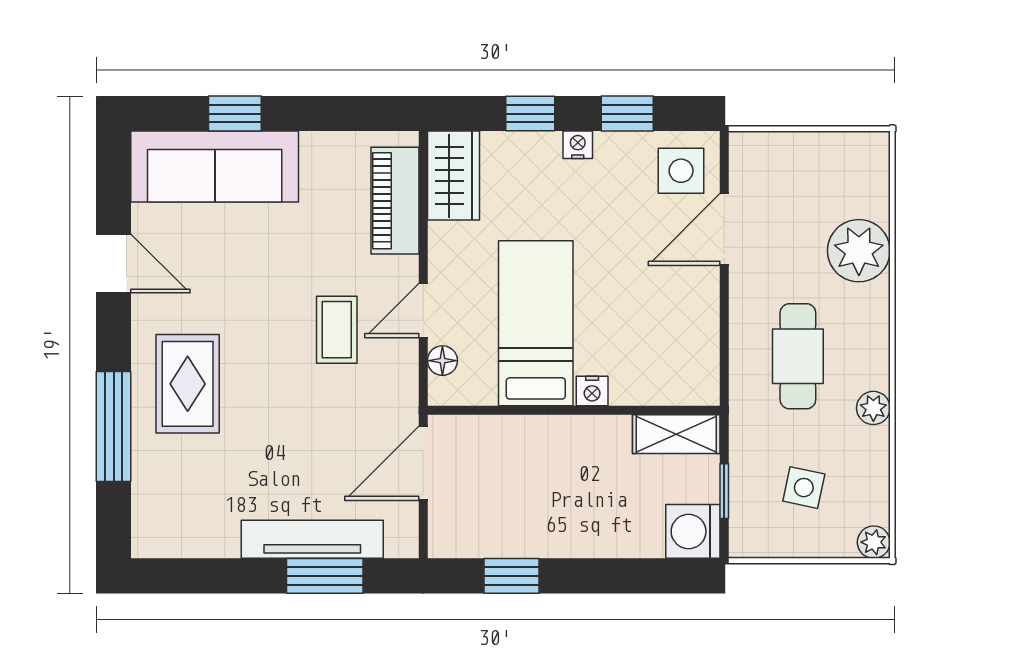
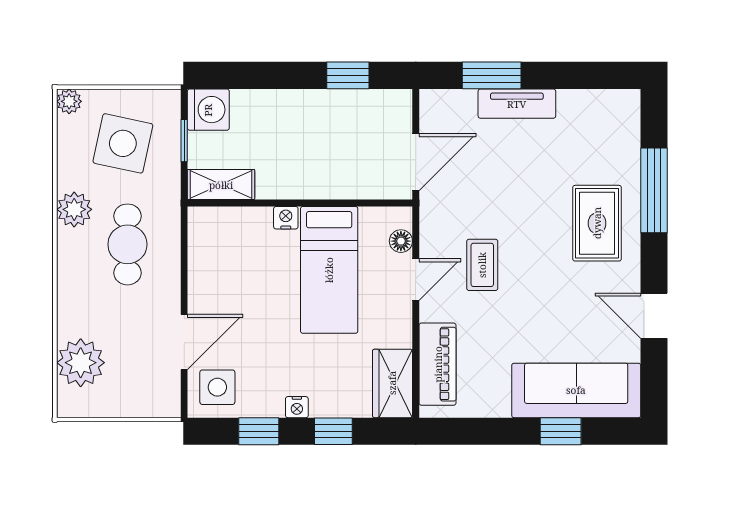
plant: (859, 251) -> (81, 363), moved
plant: (873, 408) -> (74, 209), width x1.38, depth x1.38
side table: (804, 488) -> (123, 143), width x1.87, depth x1.87
tv unit: (312, 539) -> (517, 104), width x0.71

